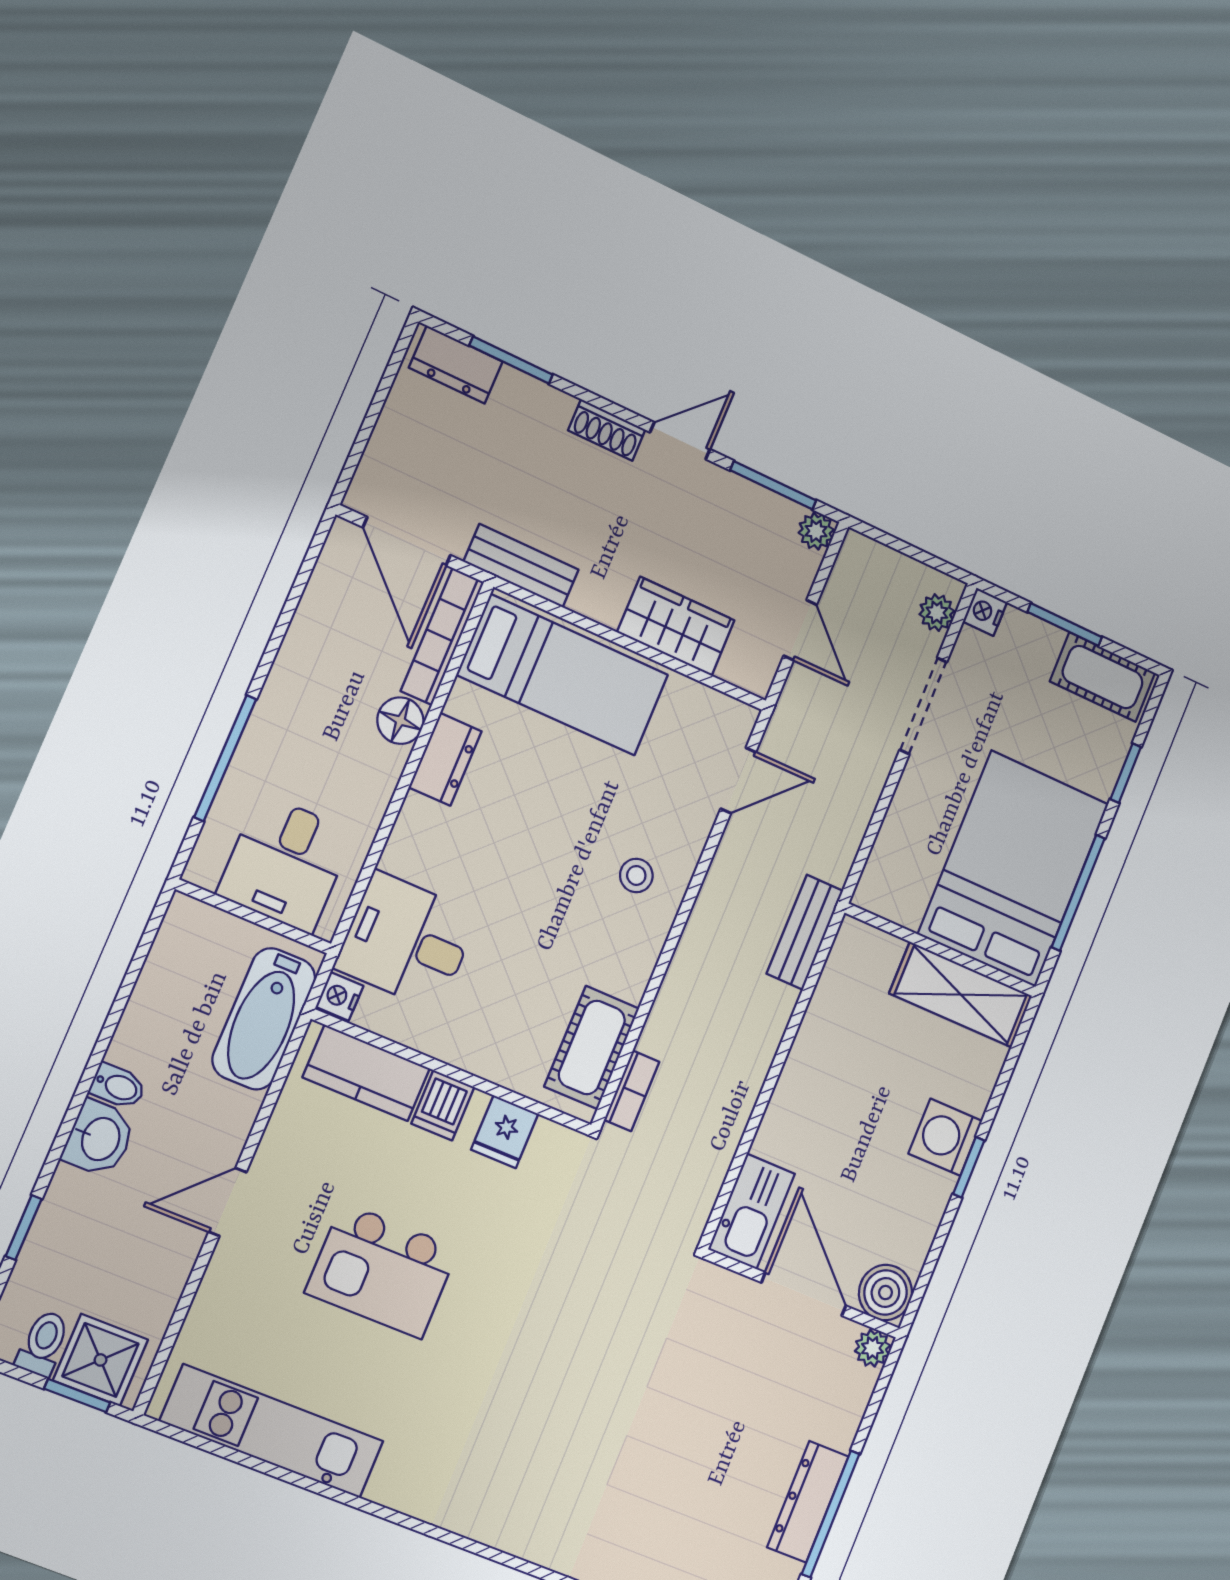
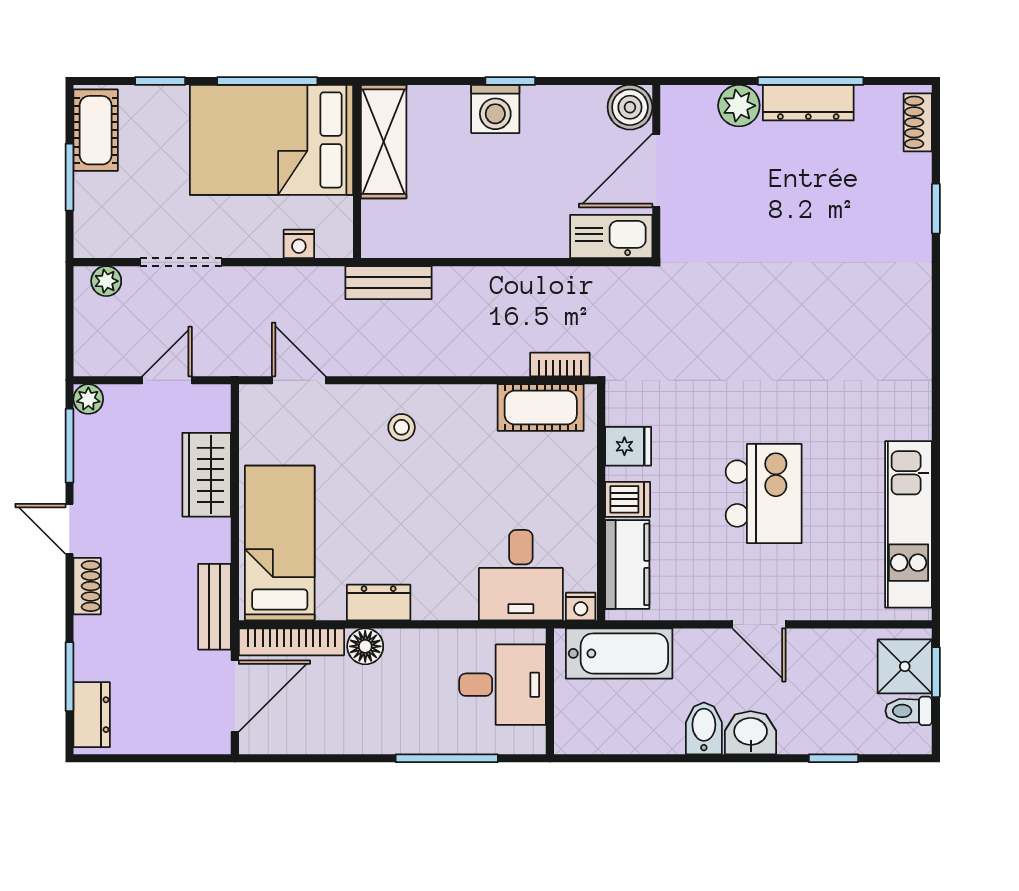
nightstand: (985, 612) -> (299, 244), moved
bidet: (118, 1086) -> (704, 728), width x1.38, depth x1.36
plant: (873, 1348) -> (739, 106), moved, width x1.38, depth x1.38

